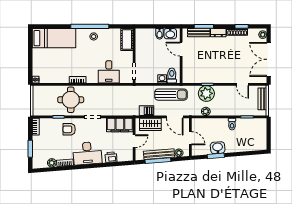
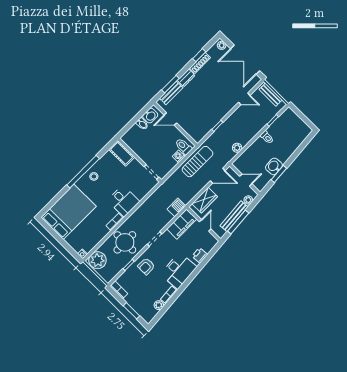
bed: (54, 38) -> (69, 212), width x1.50
desk: (109, 72) -> (124, 201), moved
plant: (206, 93) -> (97, 260), moved
barbecue: (146, 111) -> (176, 207), moved

